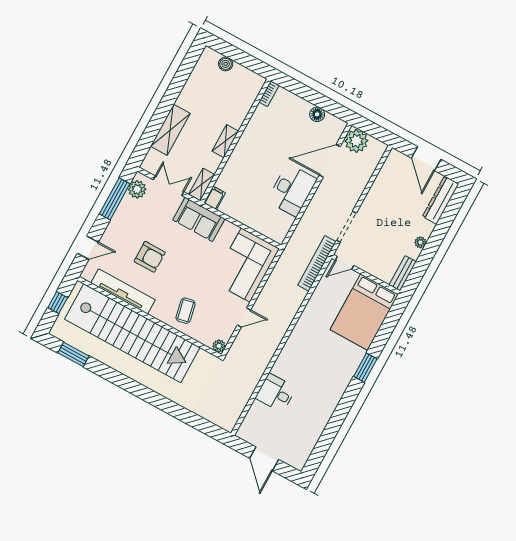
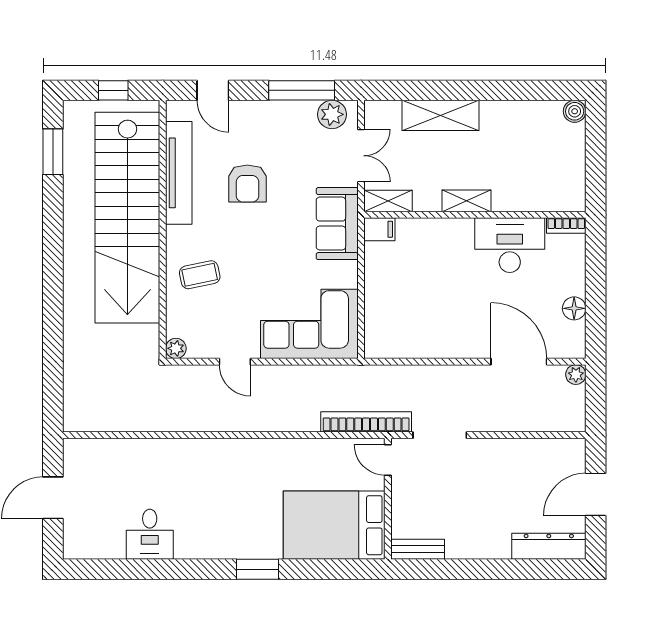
boiler: (226, 64) -> (575, 111), moved
plant: (356, 141) -> (576, 375), width x0.53, depth x0.53
desk: (292, 190) -> (510, 245), moved, turned 180
plant: (420, 242) -> (475, 550), removed
desk: (276, 393) -> (150, 534), moved, turned 180

